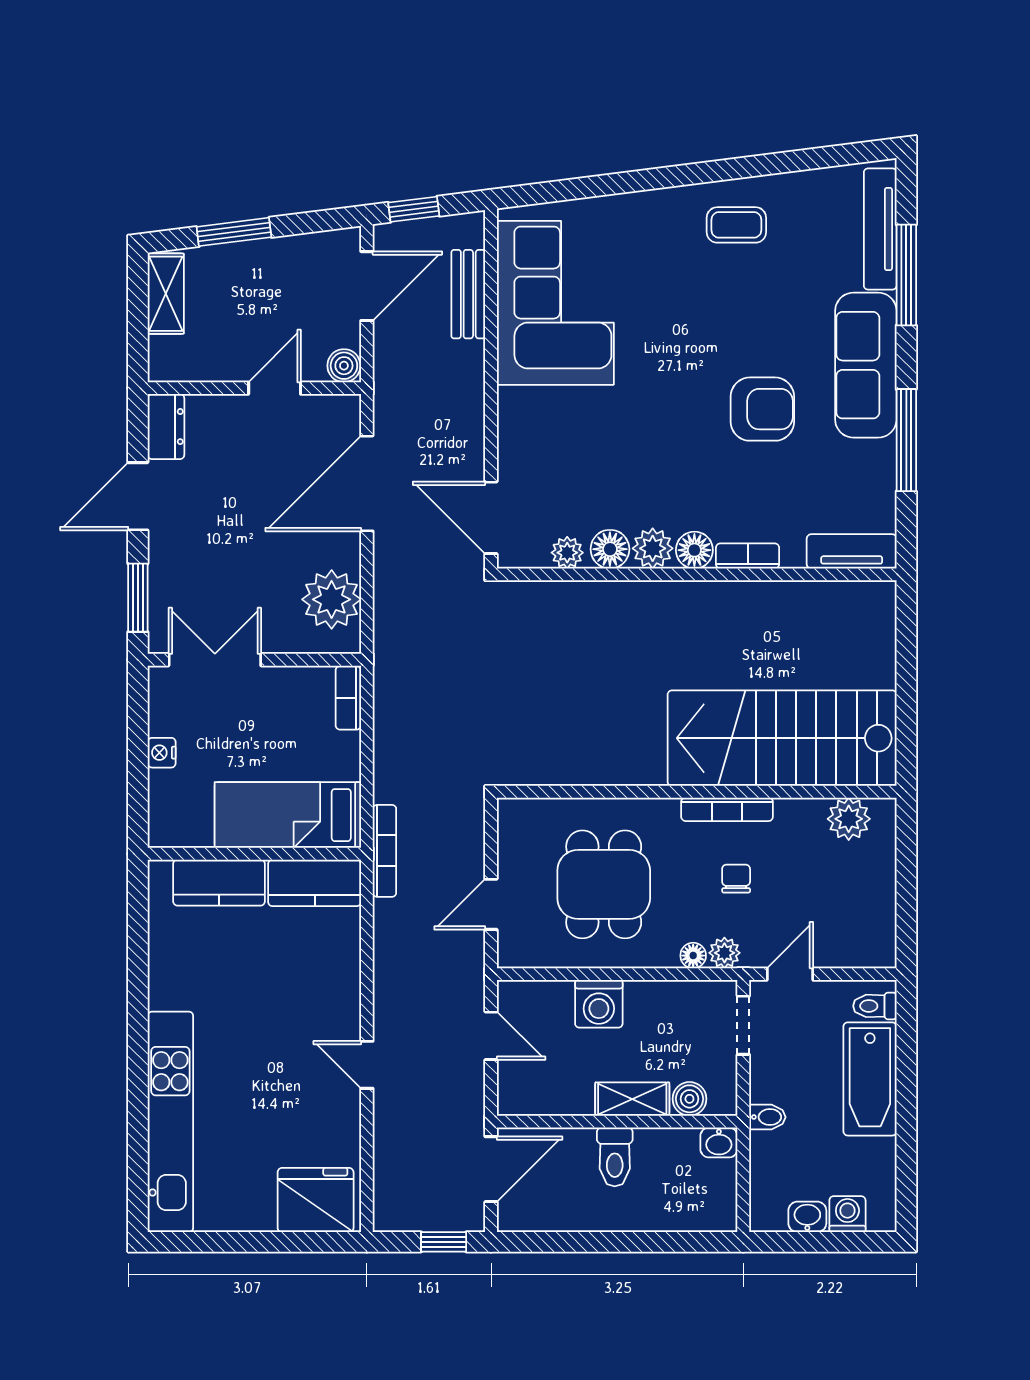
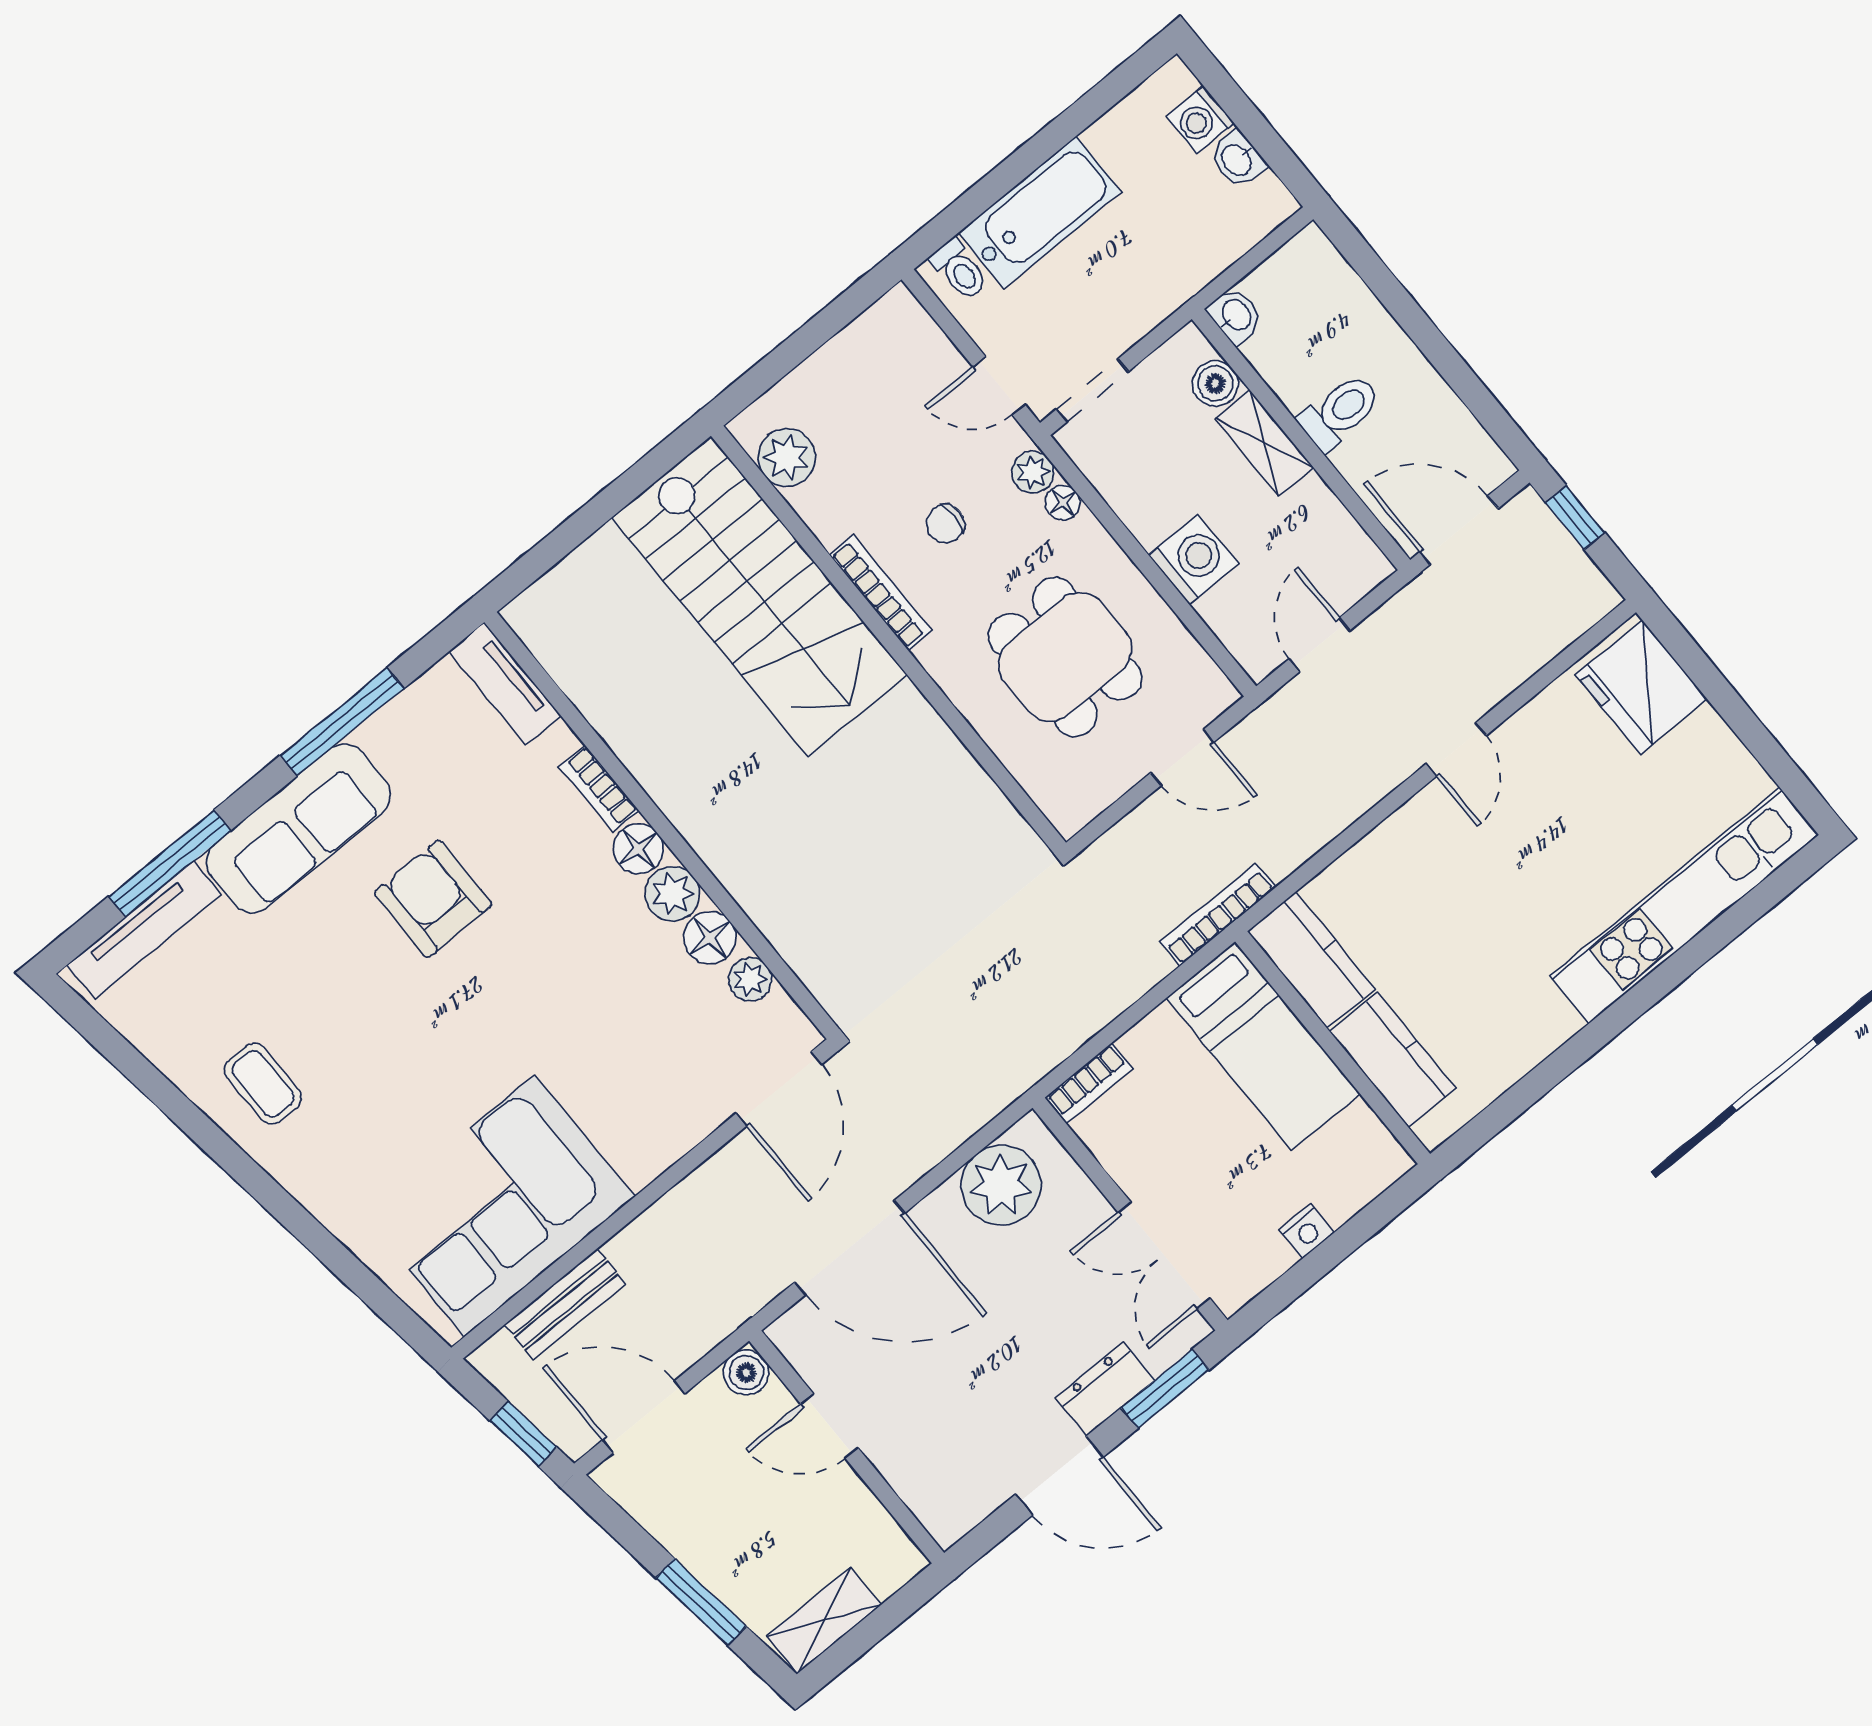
dresser: (166, 427) -> (1105, 1389), moved
dining table: (604, 884) -> (1065, 657), turned 90
bidet: (767, 1117) -> (1167, 287), removed

